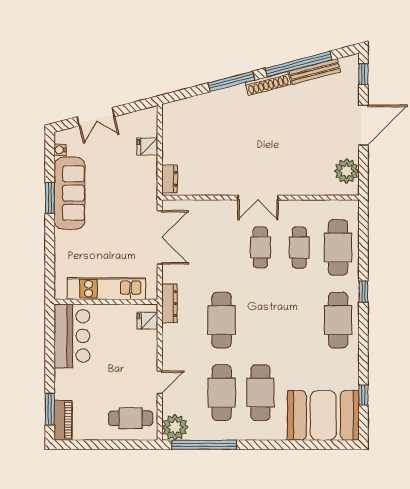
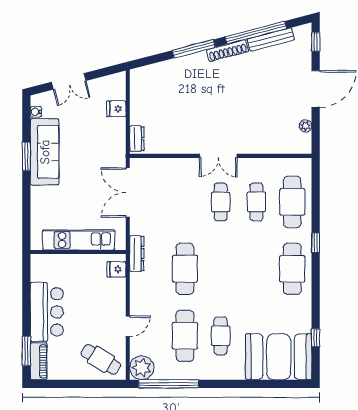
plant: (347, 171) -> (305, 126), width x0.53, depth x0.53
double door: (160, 237) -> (128, 192), swing flipped
bar counter: (72, 336) -> (47, 312), moved
cafe table: (260, 393) -> (221, 336), width x0.73, depth x0.74
cafe table: (131, 418) -> (101, 359), turned 31

